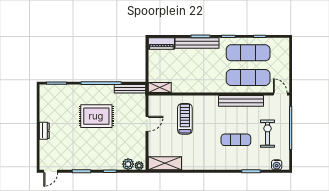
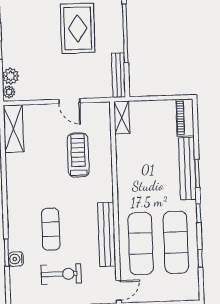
treadmill: (185, 119) -> (78, 155), turned -90
water cooler: (277, 165) -> (16, 259), moved

